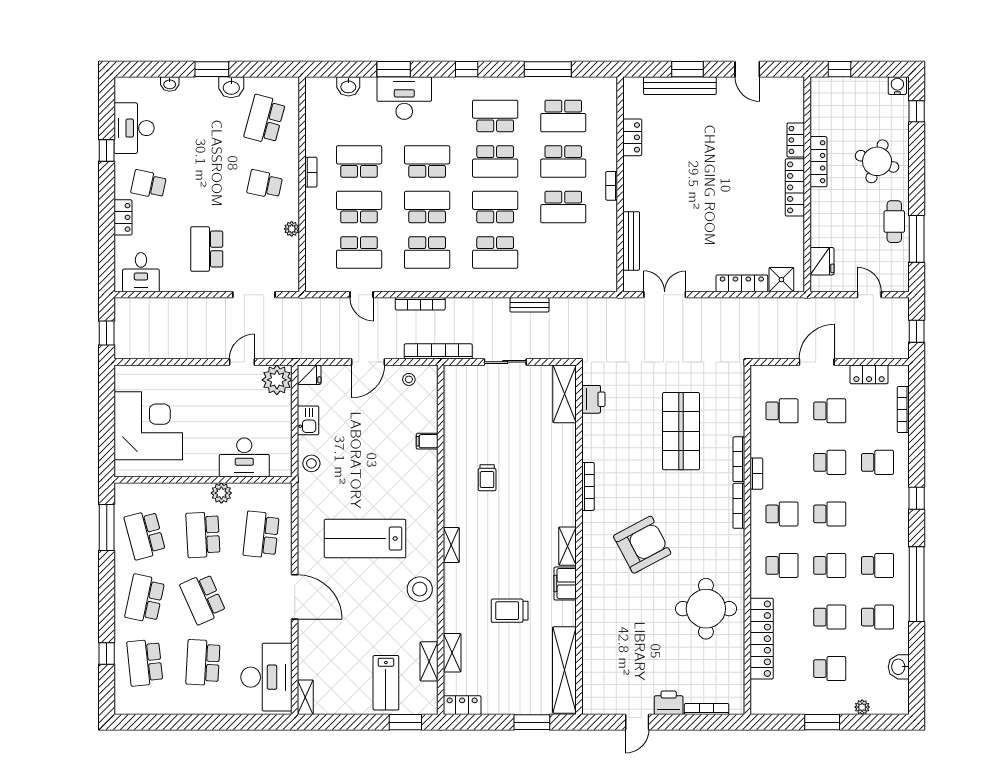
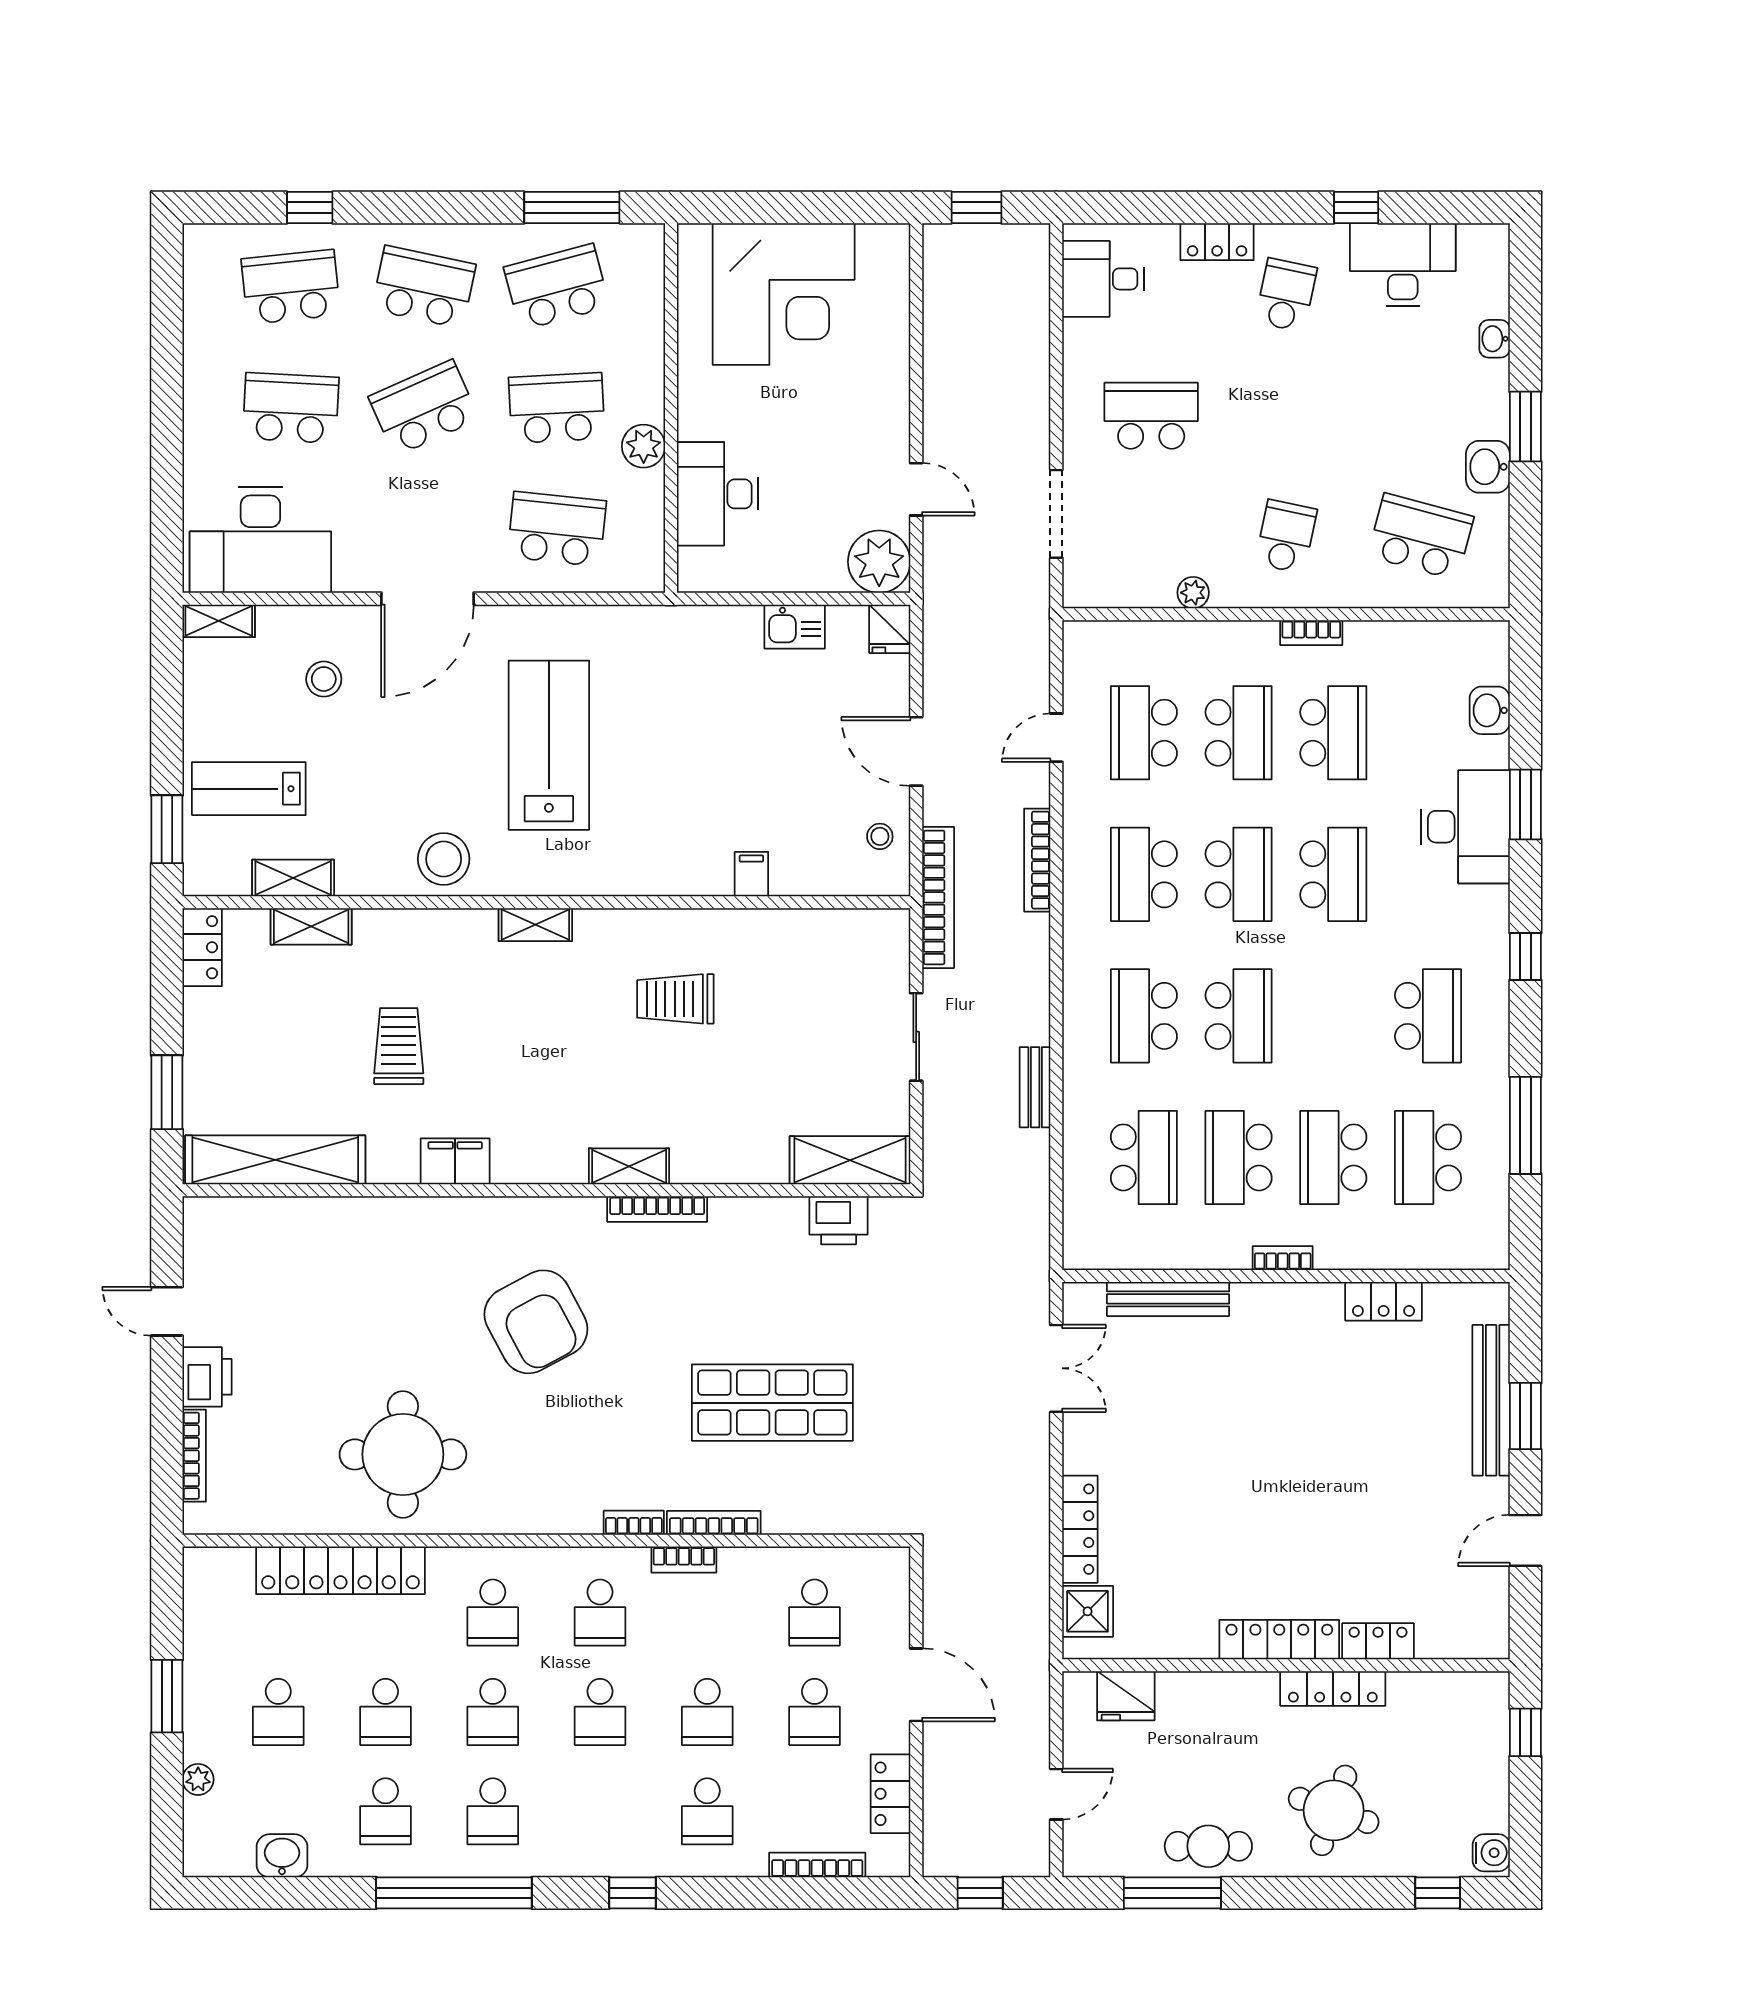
school desk: (495, 161) -> (1144, 1157), moved, turned 180
stool: (311, 463) -> (324, 679), moved
trolley: (487, 478) -> (675, 999), width x1.36, depth x1.39
bookcase: (739, 506) -> (634, 1523), width x0.64
shelving: (568, 546) -> (629, 1166), moved

